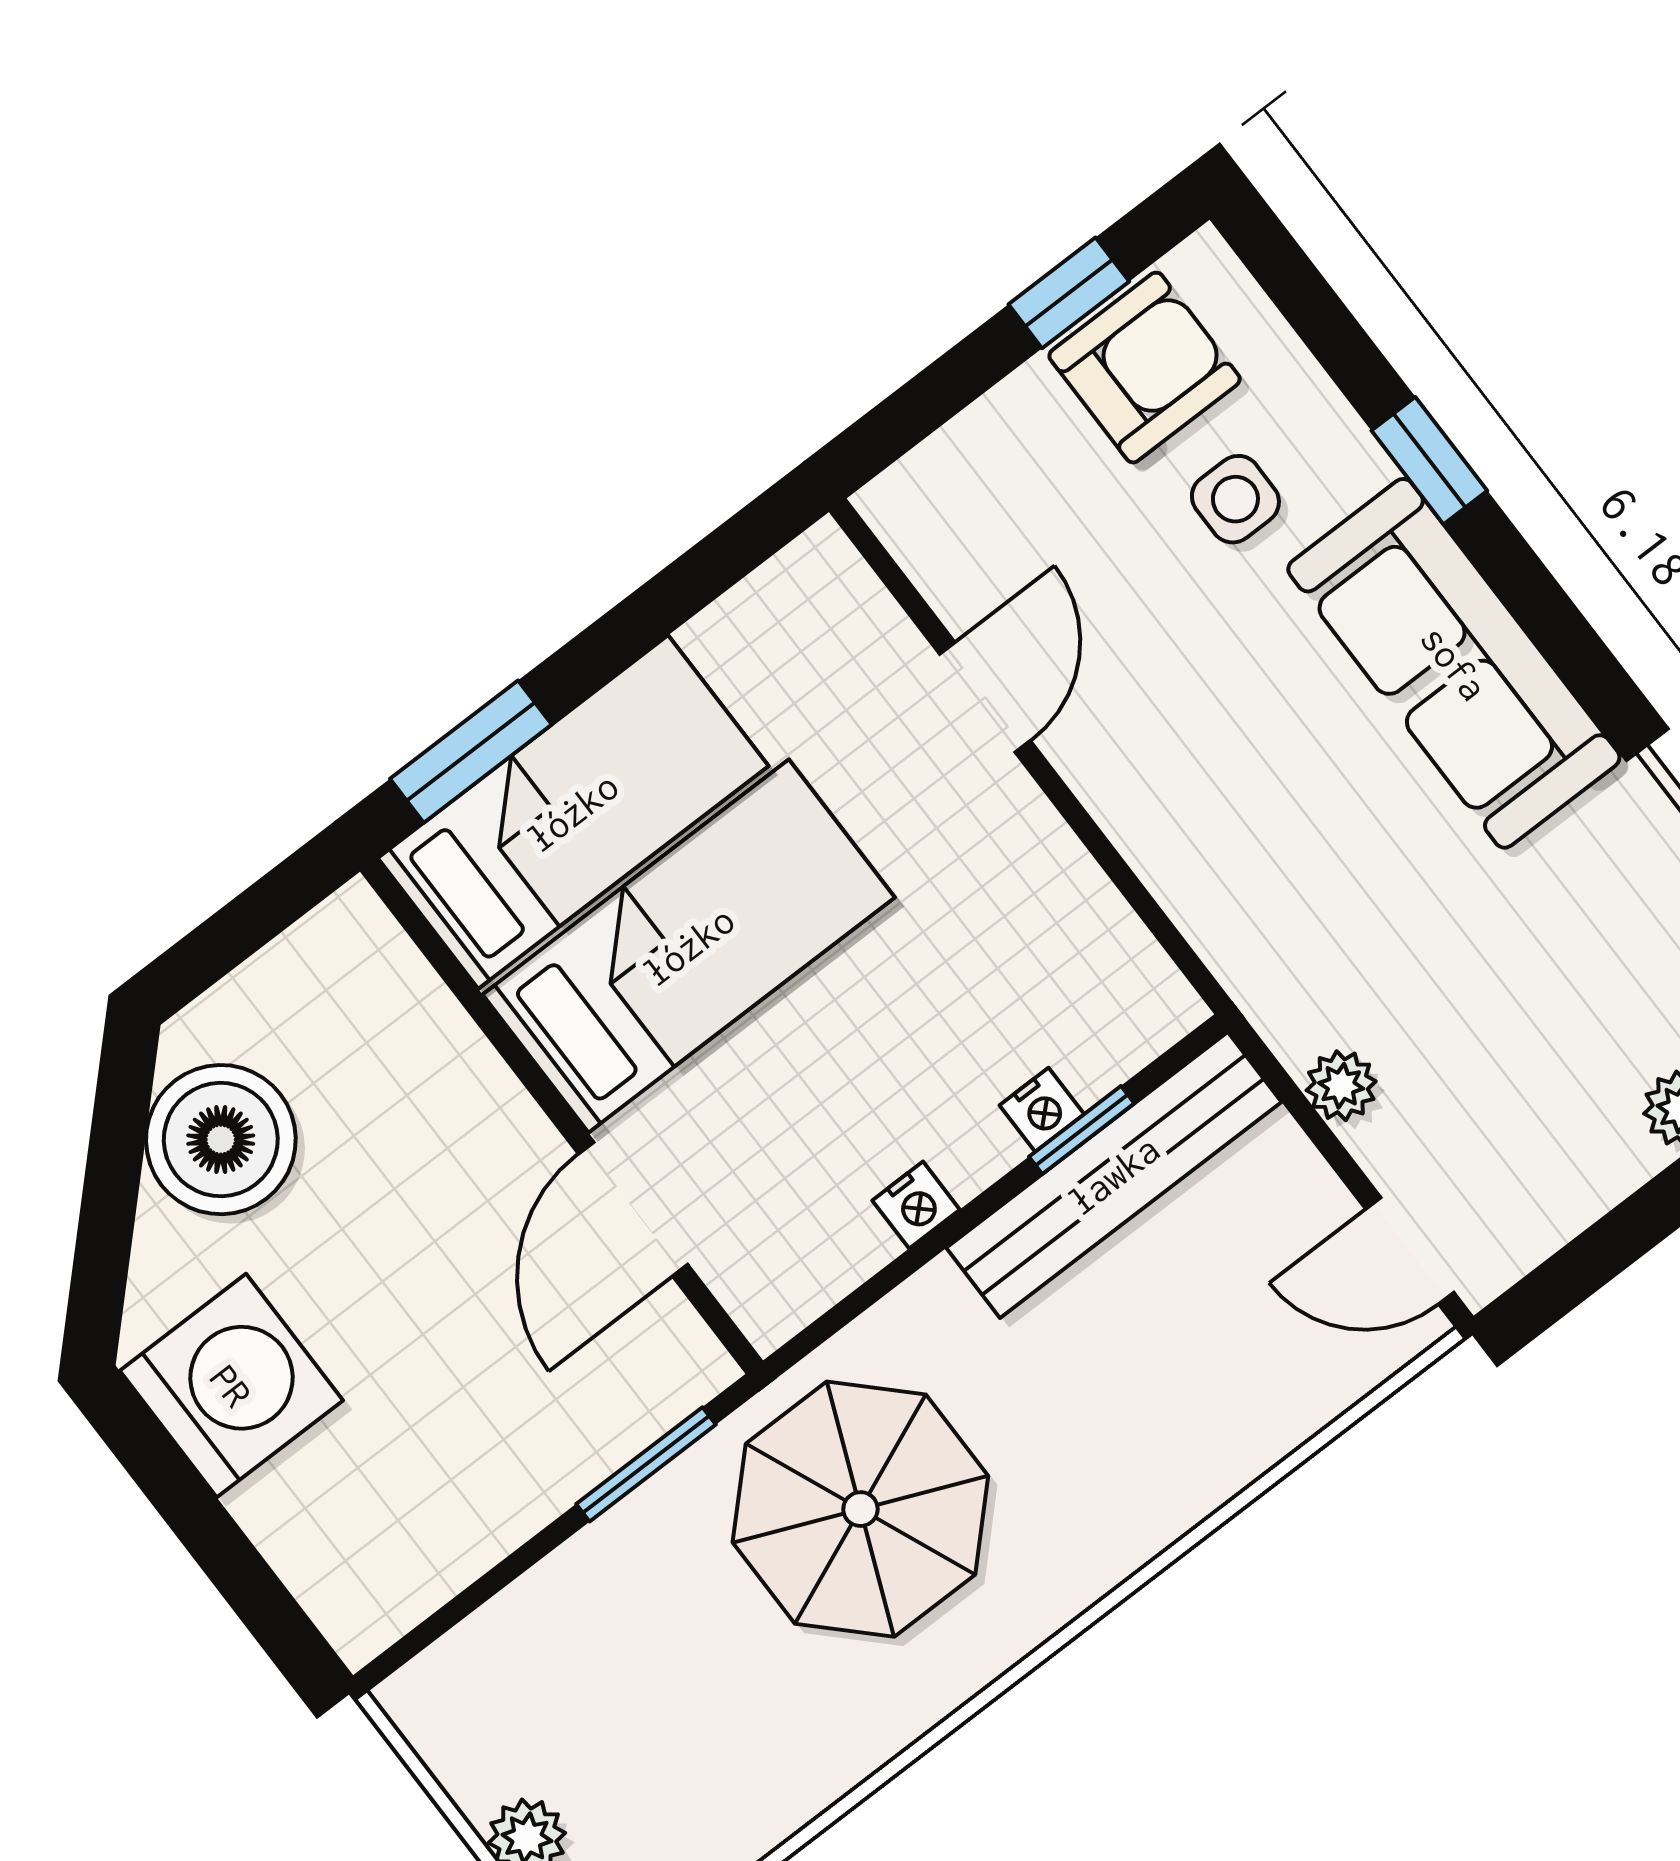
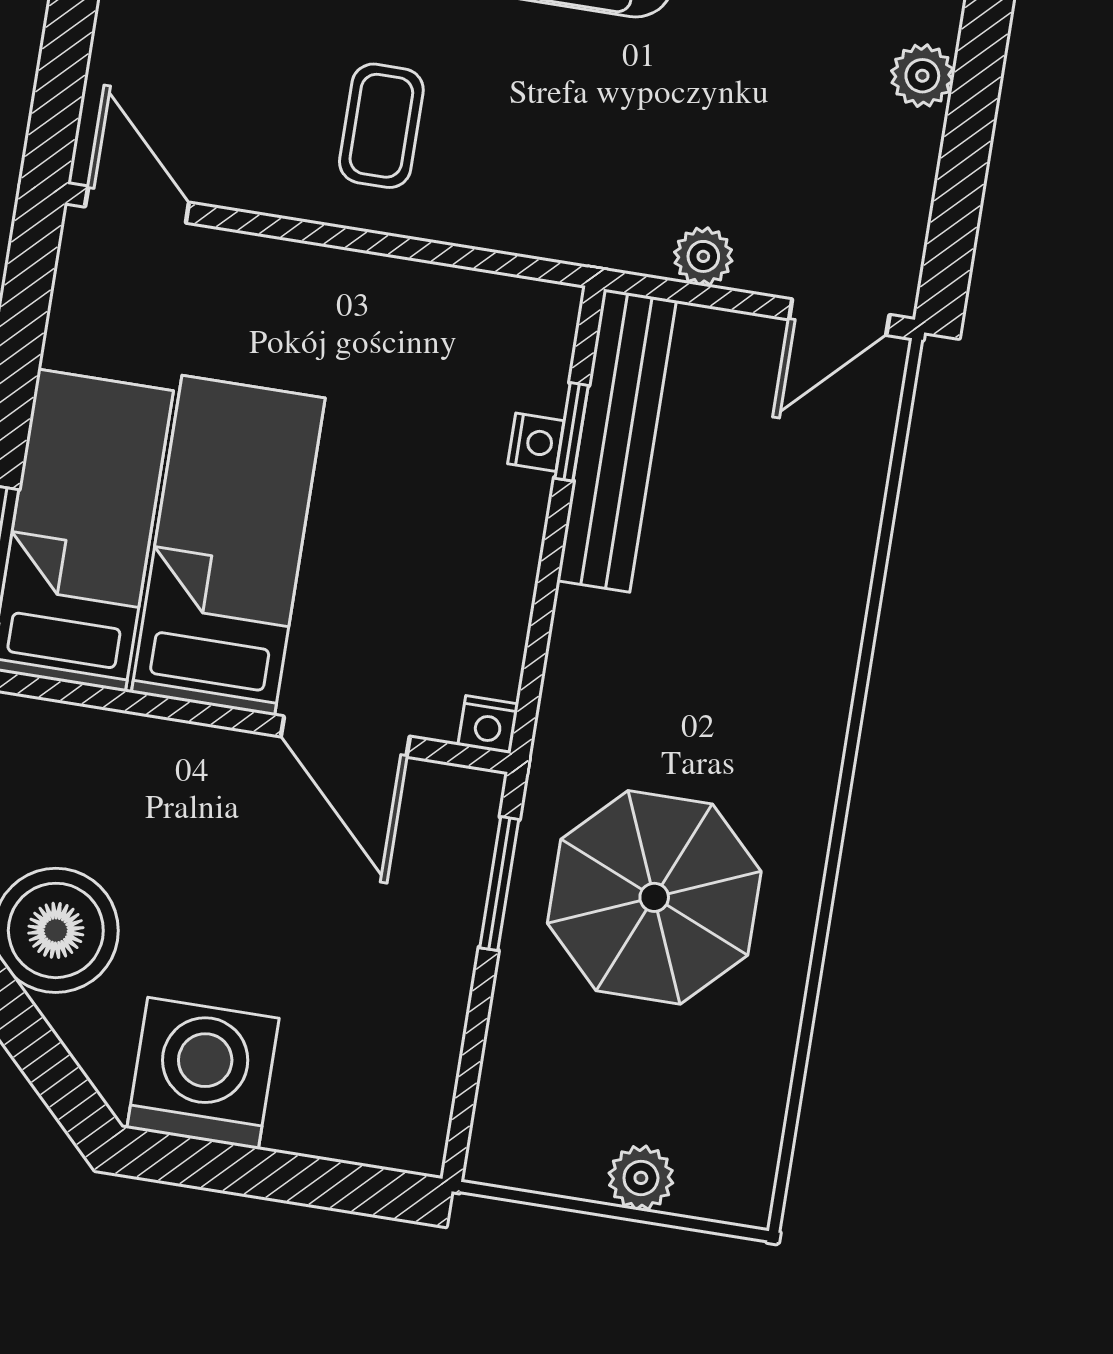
door: (985, 697) -> (137, 205), moved
coffee table: (1168, 706) -> (381, 126), added
nightstand: (916, 1205) -> (488, 725), moved, turned 90
parasol: (860, 1509) -> (654, 897), moved

